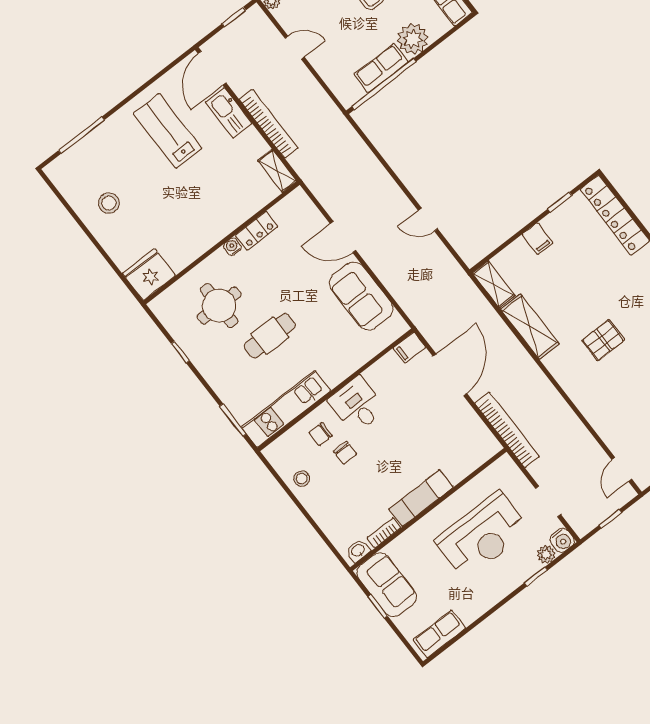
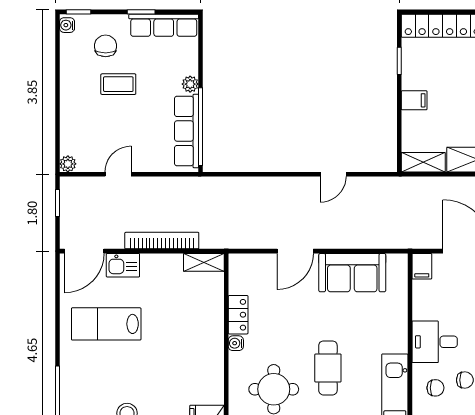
plant: (413, 39) -> (190, 84), width x0.53, depth x0.53
door: (212, 68) -> (84, 251), hinge flipped
row of seats: (381, 68) -> (186, 131), width x1.48
kitchen sink: (229, 113) -> (123, 265), width x0.73
chair: (321, 434) -> (435, 388), turned -90

